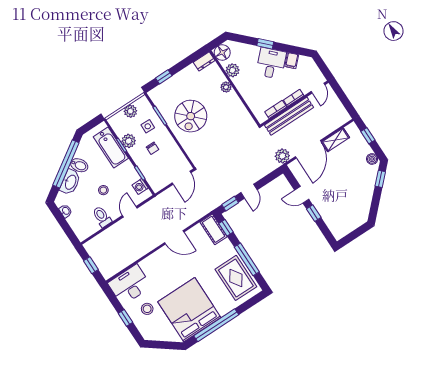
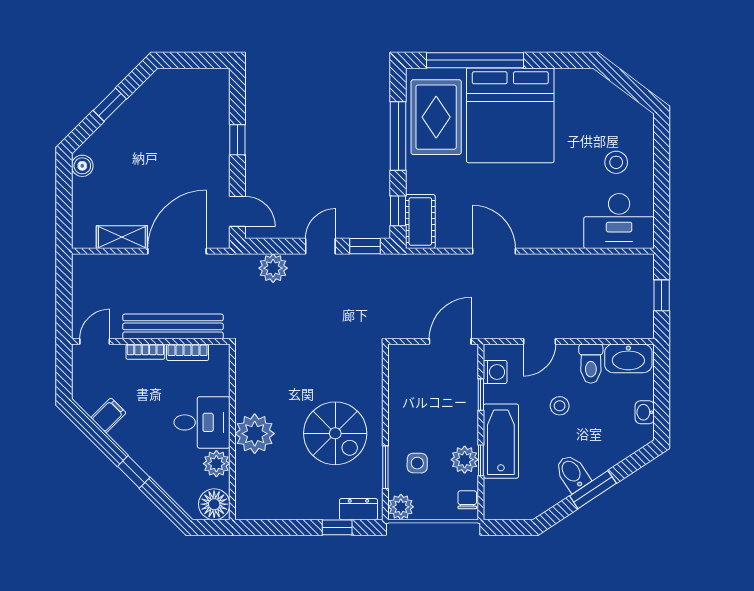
dresser: (204, 61) -> (358, 509), moved
desk: (271, 63) -> (202, 422), moved, turned -135
plant: (226, 87) -> (255, 434), width x1.87, depth x1.87
plant: (130, 111) -> (401, 507), moved
spiral stairs: (191, 116) -> (335, 433), turned 90
window: (368, 136) -> (64, 209), removed
bathtub: (111, 147) -> (501, 441), moved
chair: (152, 148) -> (467, 500), moved
plant: (282, 156) -> (273, 268), moved
window: (66, 164) -> (593, 490), width x0.47
door: (181, 178) -> (450, 341), moved
window: (380, 179) -> (110, 105), moved
washbasin: (70, 182) -> (628, 358), moved, turned -147
door: (302, 195) -> (237, 211), moved
bed: (189, 310) -> (510, 115), moved
window: (125, 318) -> (662, 171), removed
window: (216, 325) -> (475, 60), moved

